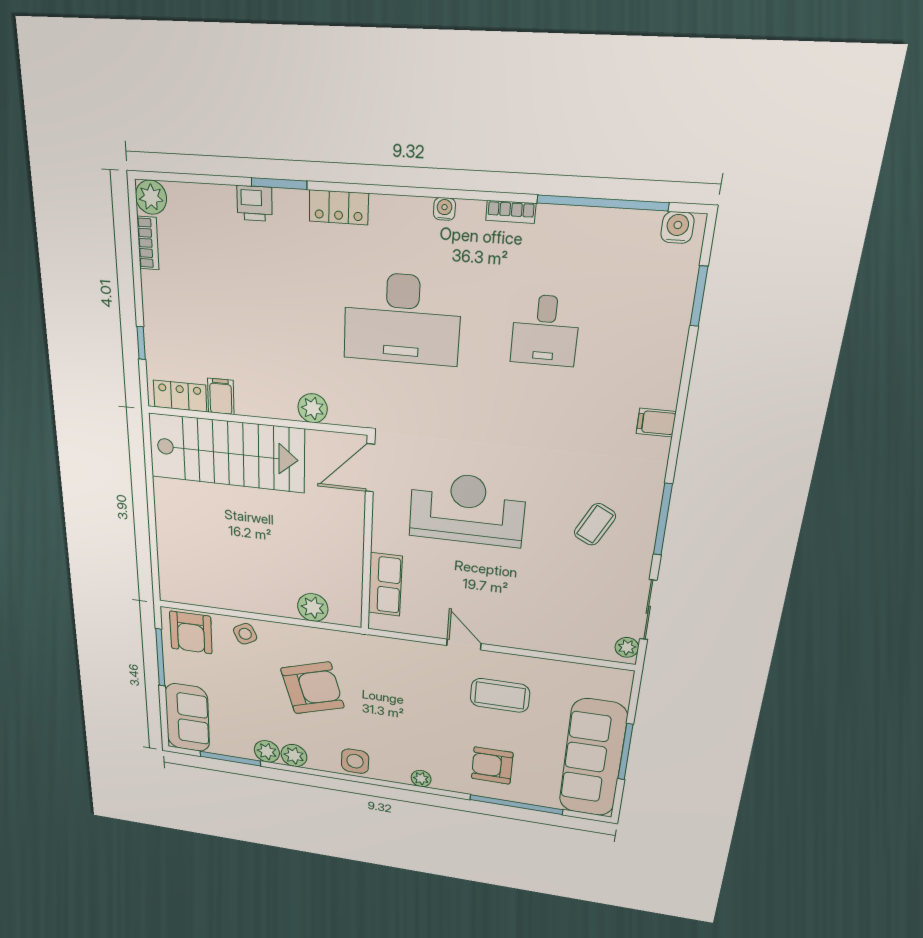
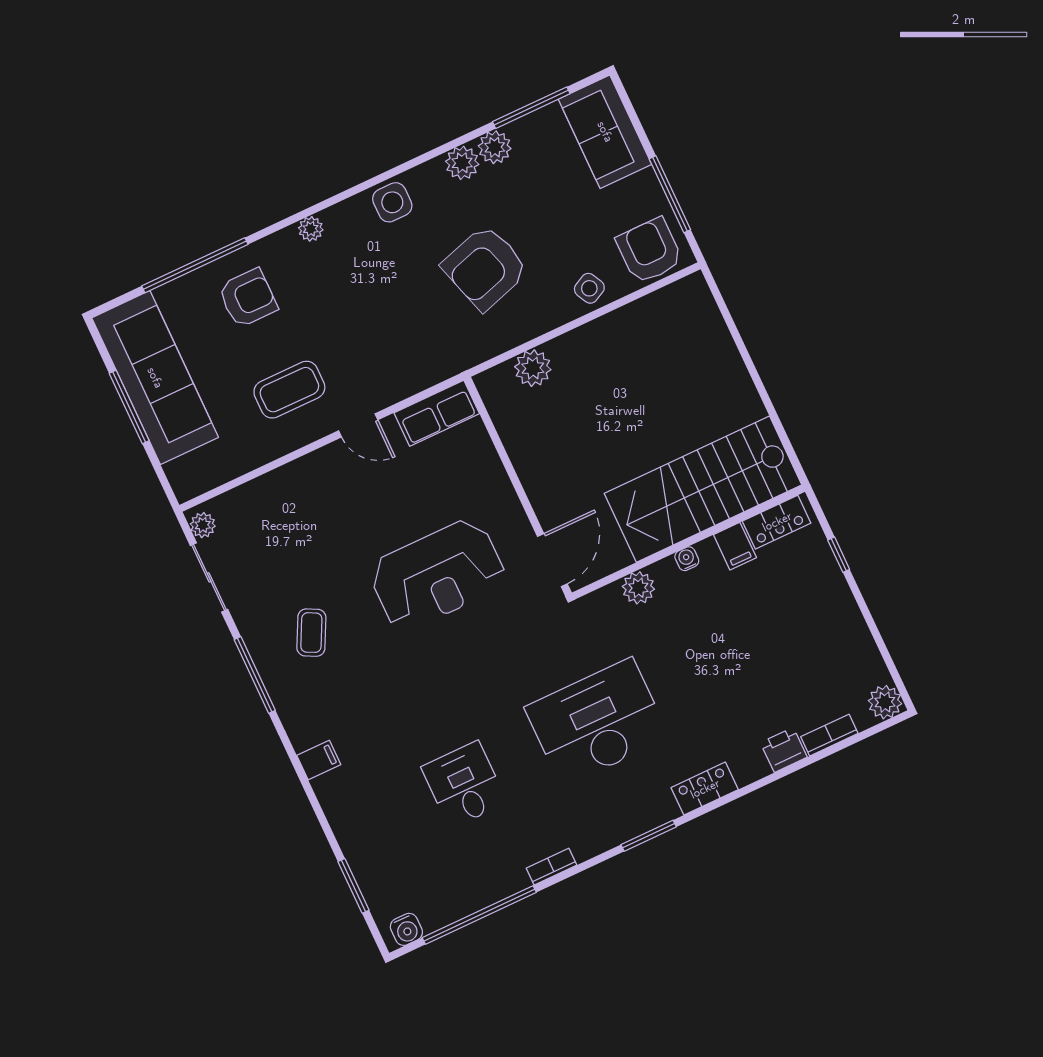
window: (279, 184) -> (649, 836), moved
water cooler: (444, 209) -> (687, 559), moved, turned 180
bookcase: (148, 243) -> (829, 735), moved, turned 90
row of seats: (385, 584) -> (437, 413), moved, turned -90

